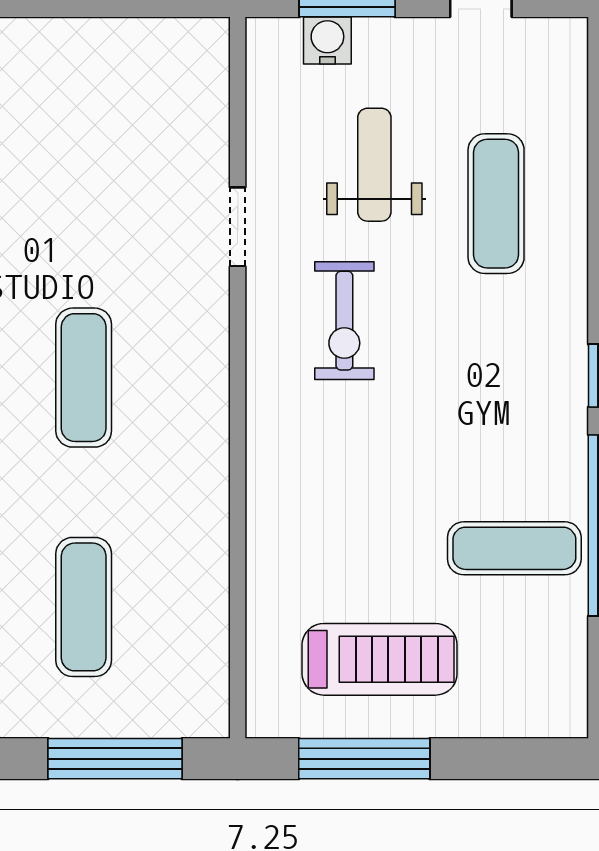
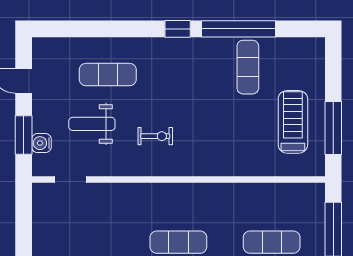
doorway: (238, 227) -> (70, 180), moved
exercise bike: (344, 321) -> (155, 136), width x0.73, depth x0.72

